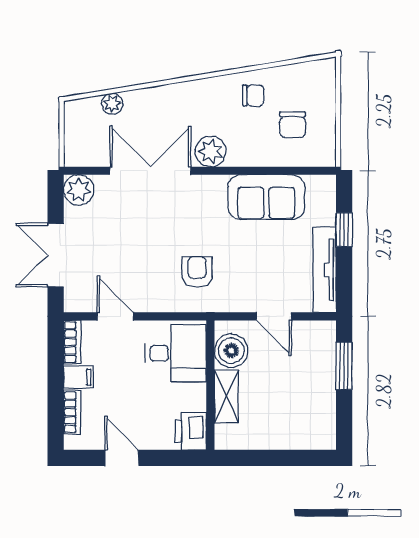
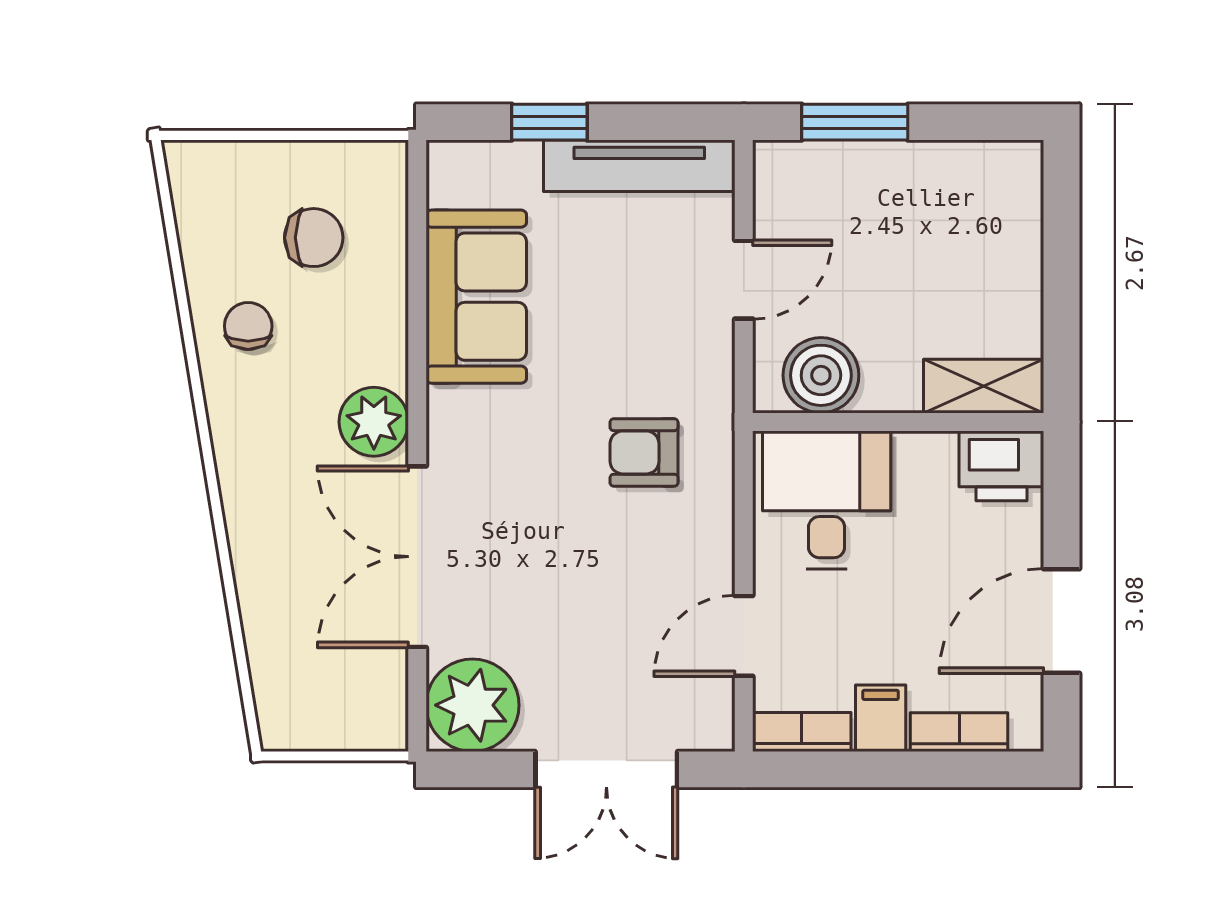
plant: (112, 104) -> (267, 642), removed
plant: (79, 190) -> (472, 705), width x1.36, depth x1.36
shelving: (226, 396) -> (984, 386), moved
door: (122, 458) -> (1062, 621), width x1.38

